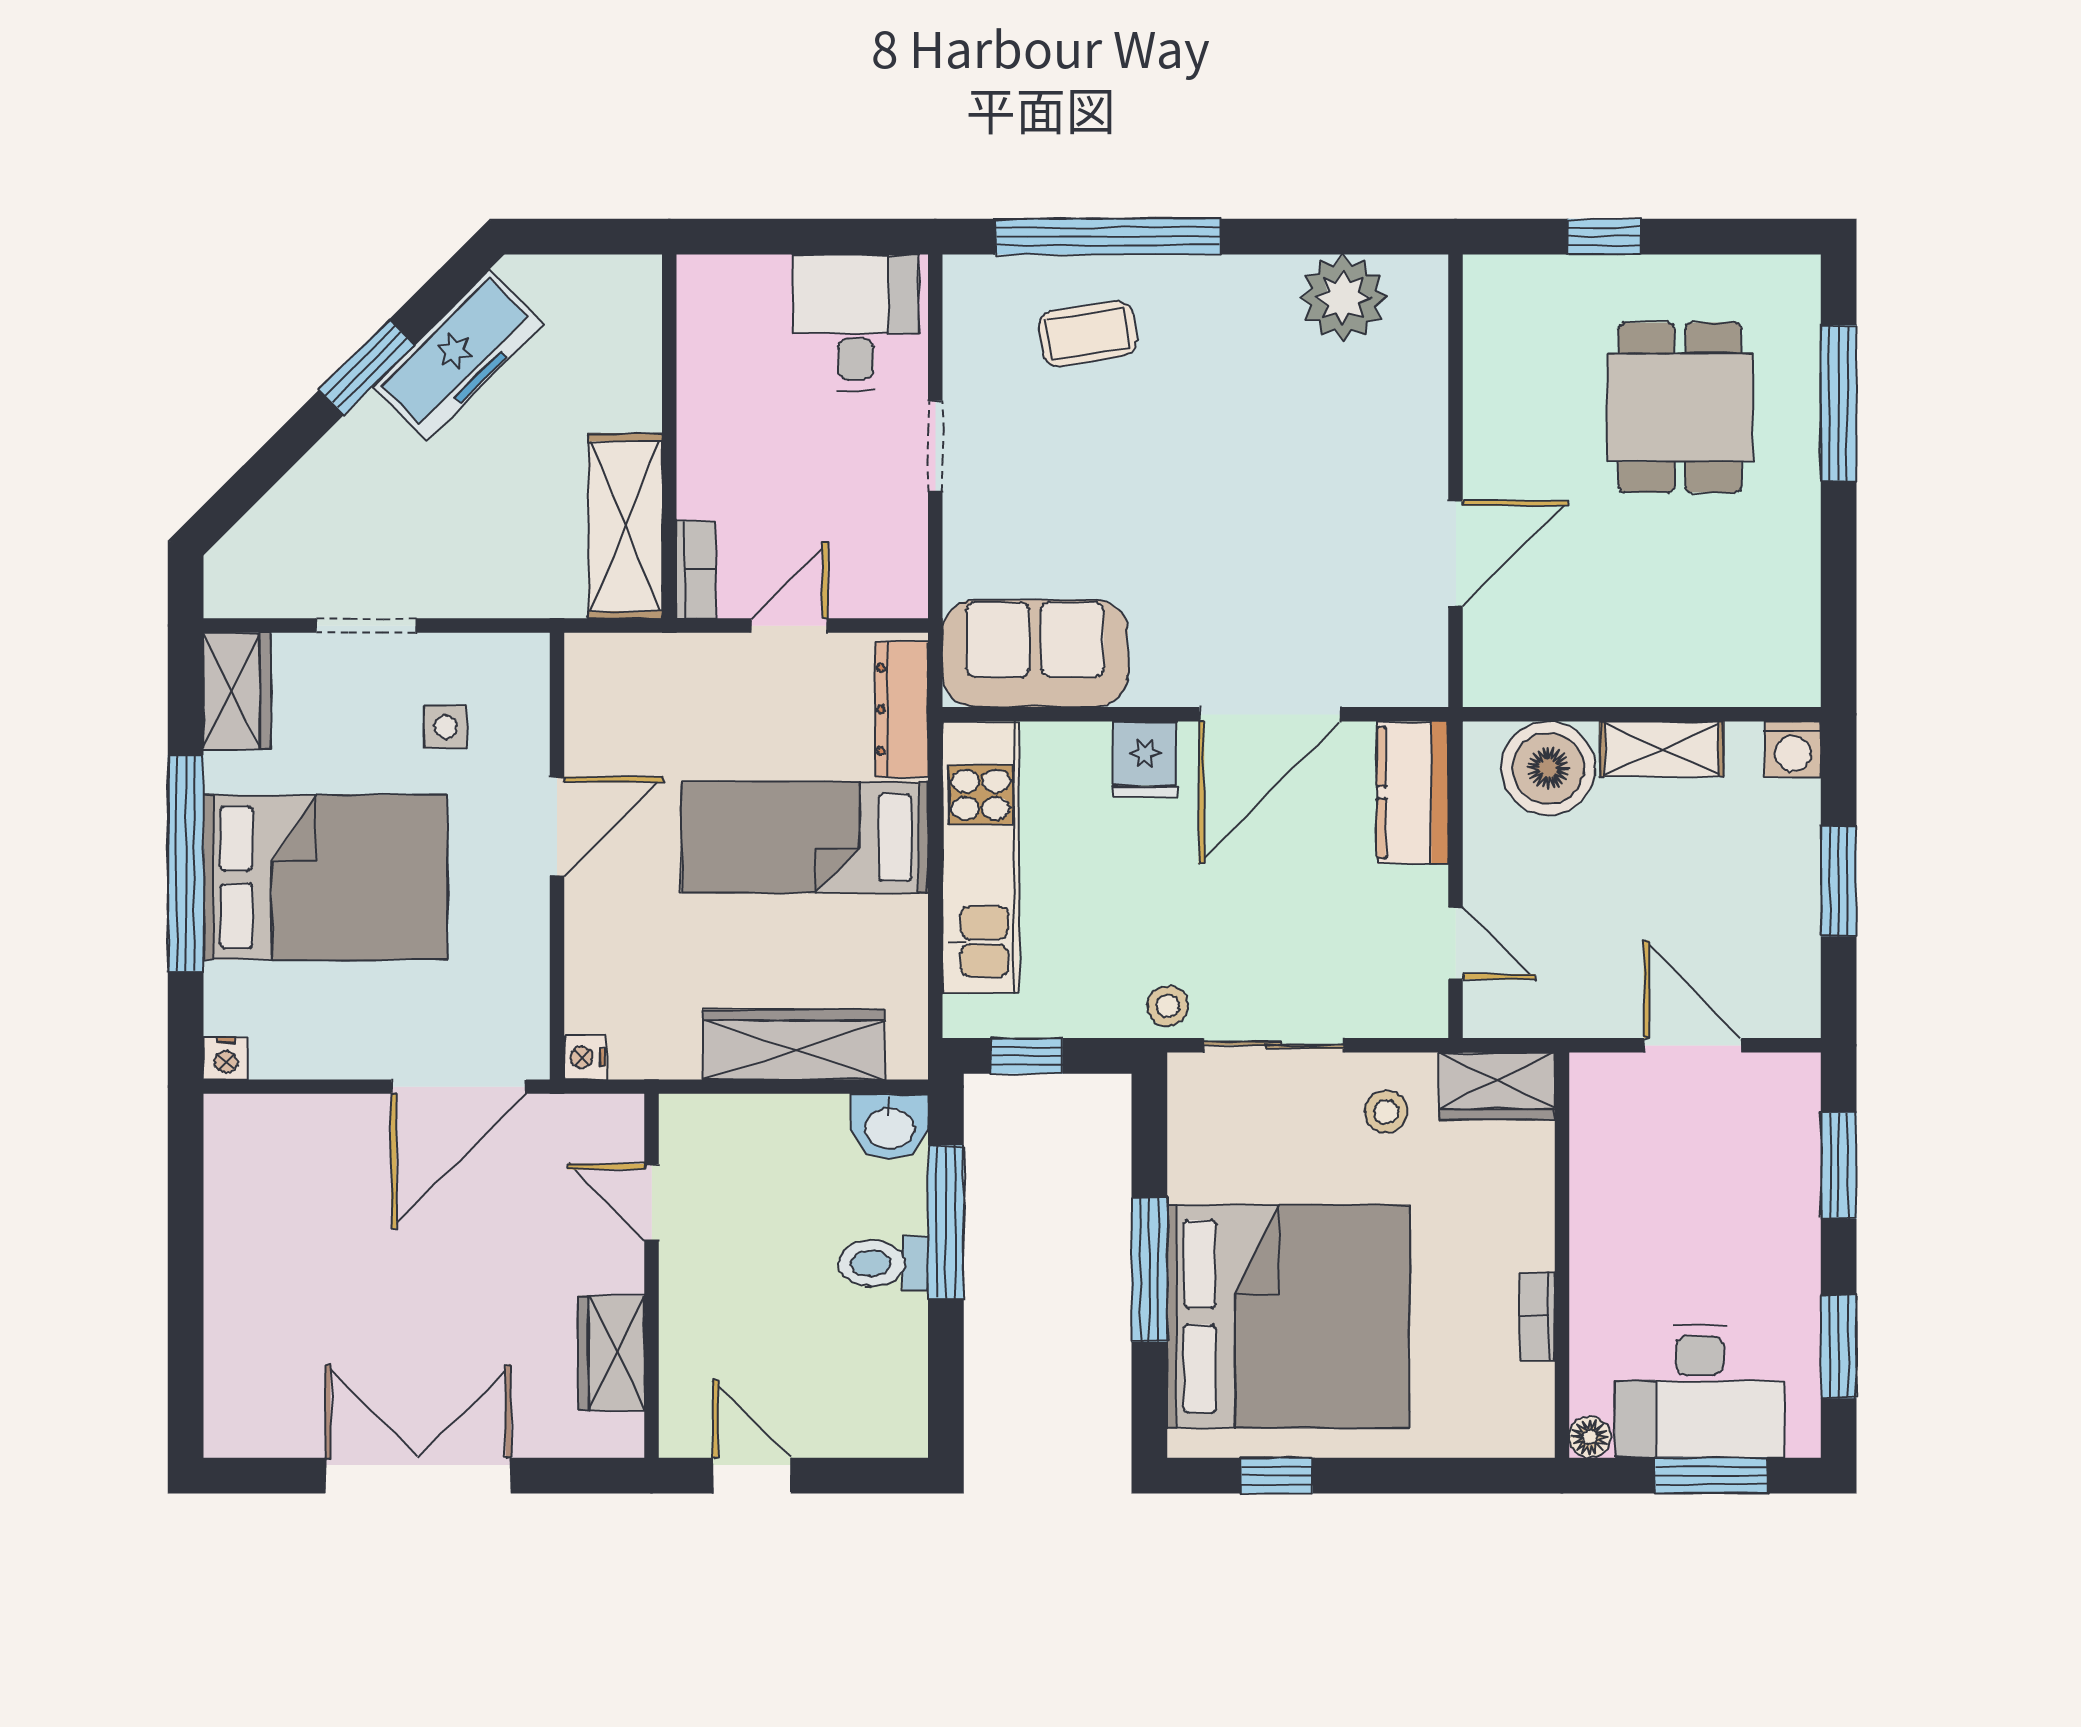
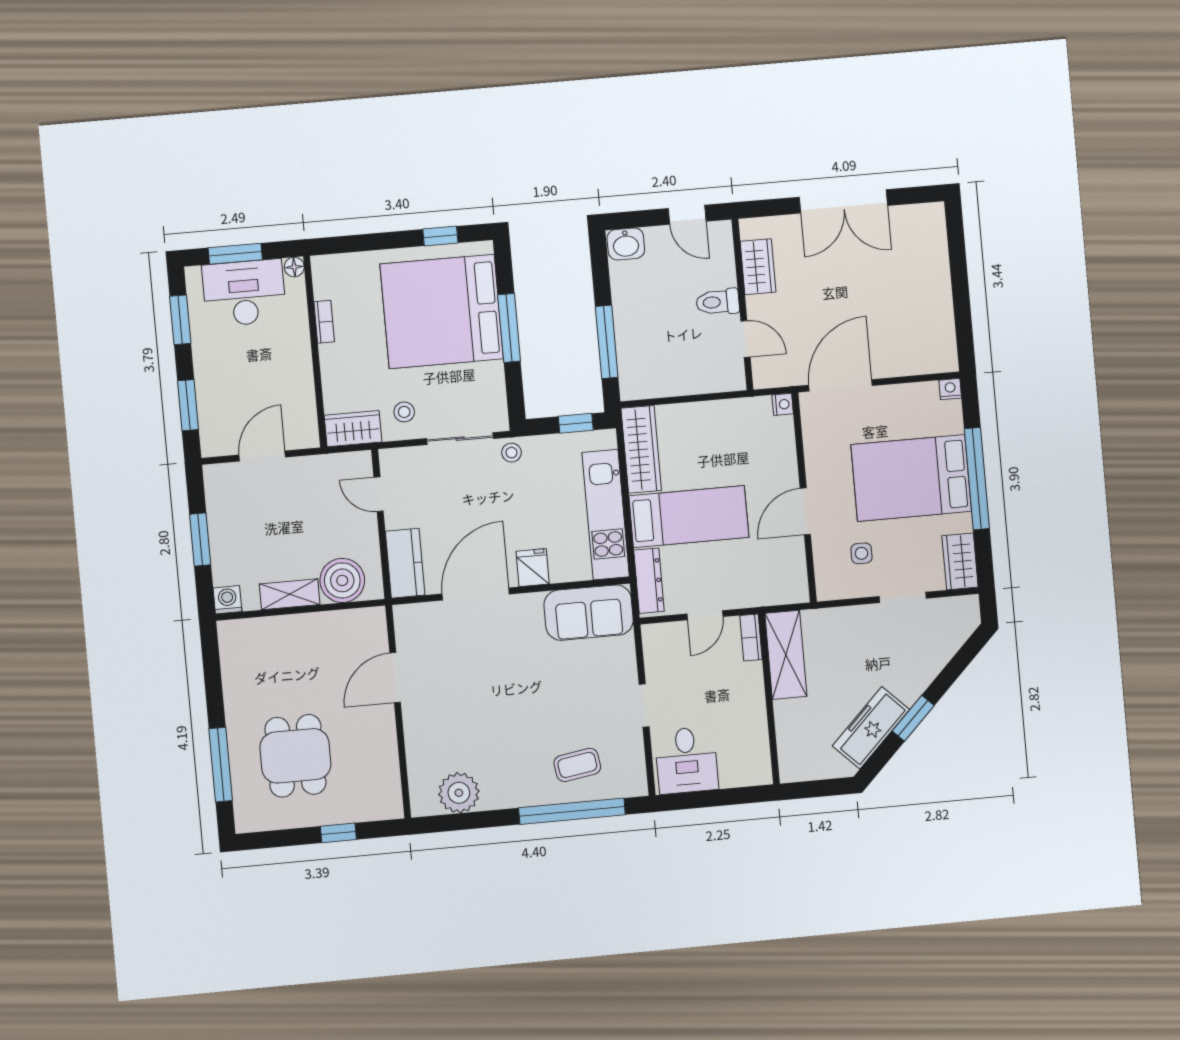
wardrobe: (794, 1044) -> (641, 449), moved, turned -90
door: (1693, 1045) -> (262, 456), swing flipped
washbasin: (890, 1126) -> (626, 244), moved, turned 180
toilet: (883, 1263) -> (718, 302), moved, turned 180

